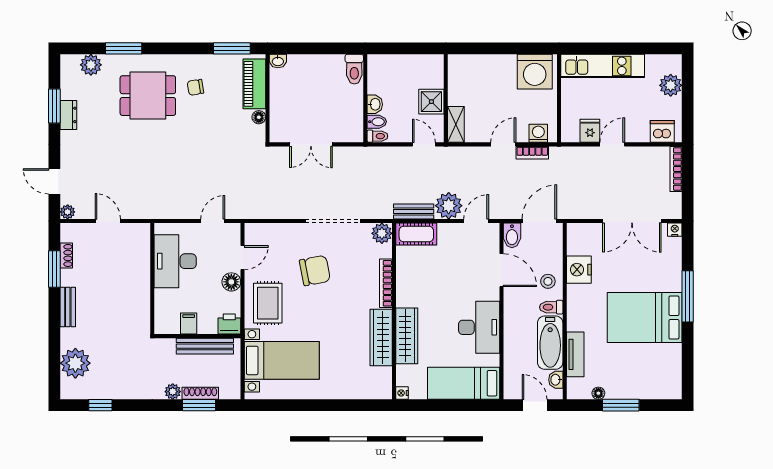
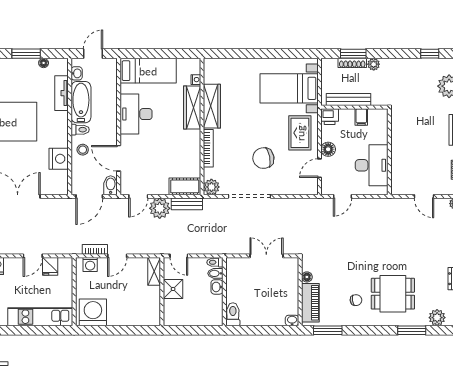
nightstand: (402, 393) -> (196, 80), moved
door: (535, 405) -> (93, 54), swing flipped

